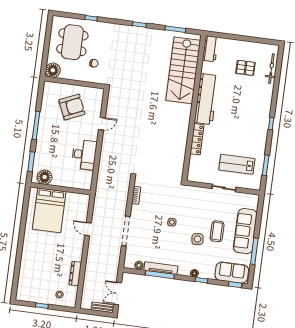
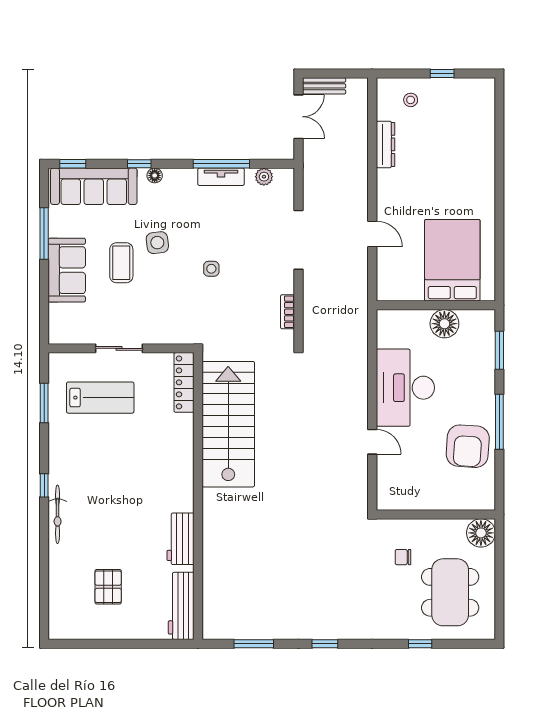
workbench: (210, 49) -> (181, 606), width x1.38
pallet: (245, 68) -> (108, 587), turned 90
bicycle: (271, 69) -> (58, 514), moved
stairs: (183, 70) -> (228, 424), moved
workbench: (206, 99) -> (180, 539), width x0.53, depth x0.76
armchair: (72, 107) -> (468, 446), moved, turned -62
door: (102, 124) -> (372, 442), swing flipped
locker: (197, 139) -> (184, 382), moved
desk: (84, 155) -> (405, 388), width x1.36, depth x1.30
floor lamp: (45, 177) -> (444, 324), moved
sofa: (245, 231) -> (67, 270), width x0.73
tv unit: (161, 268) -> (221, 177), width x0.71
sofa: (232, 273) -> (94, 186), width x1.36

